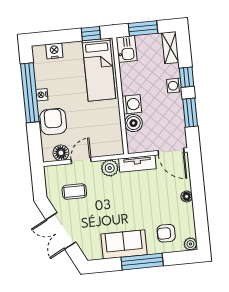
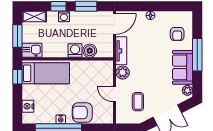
floor lamp: (61, 153) -> (107, 109), removed
plant: (190, 244) -> (187, 90), moved

